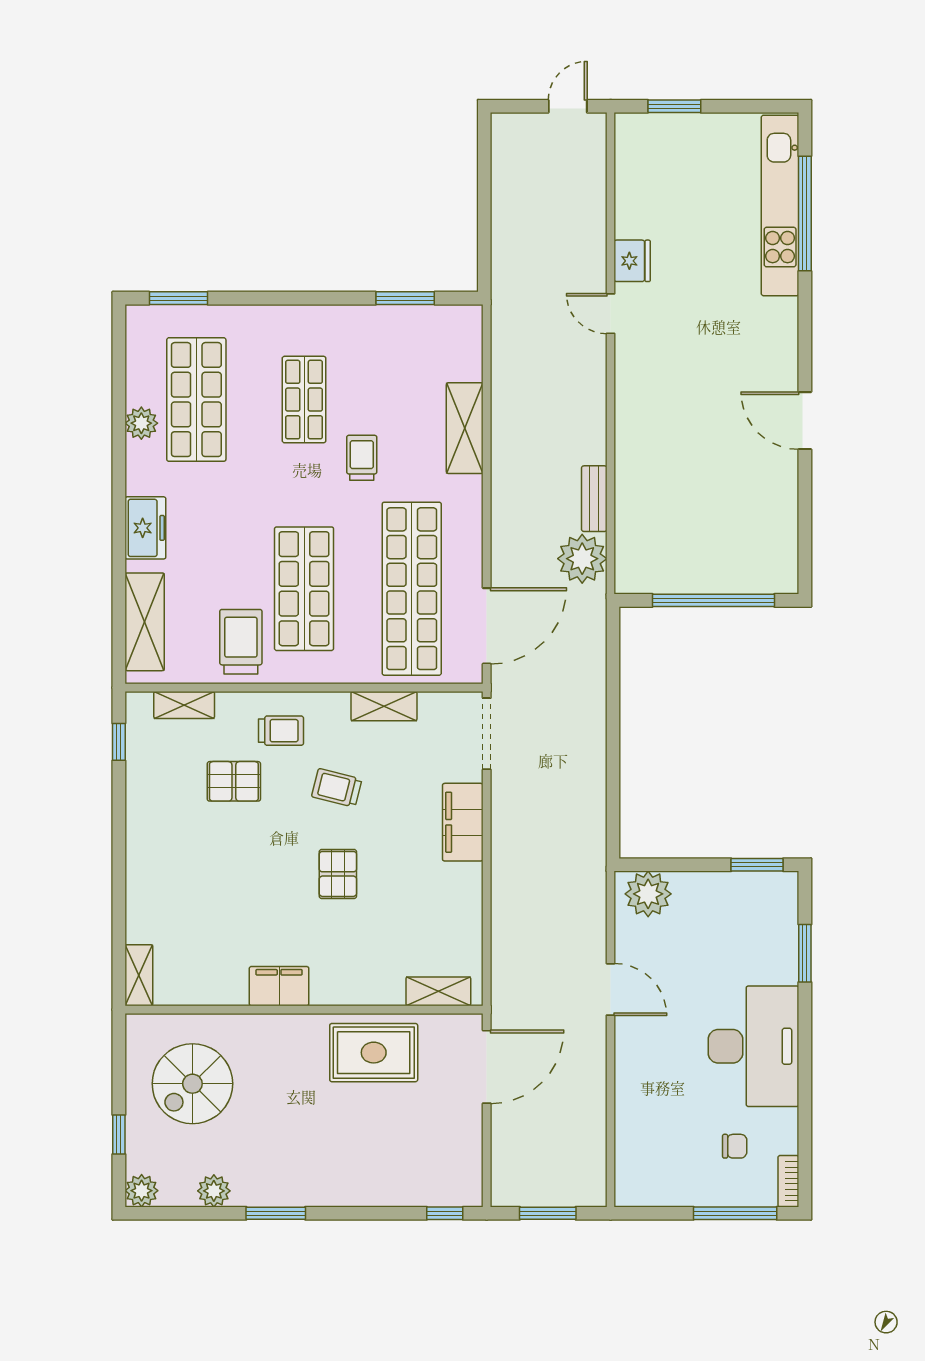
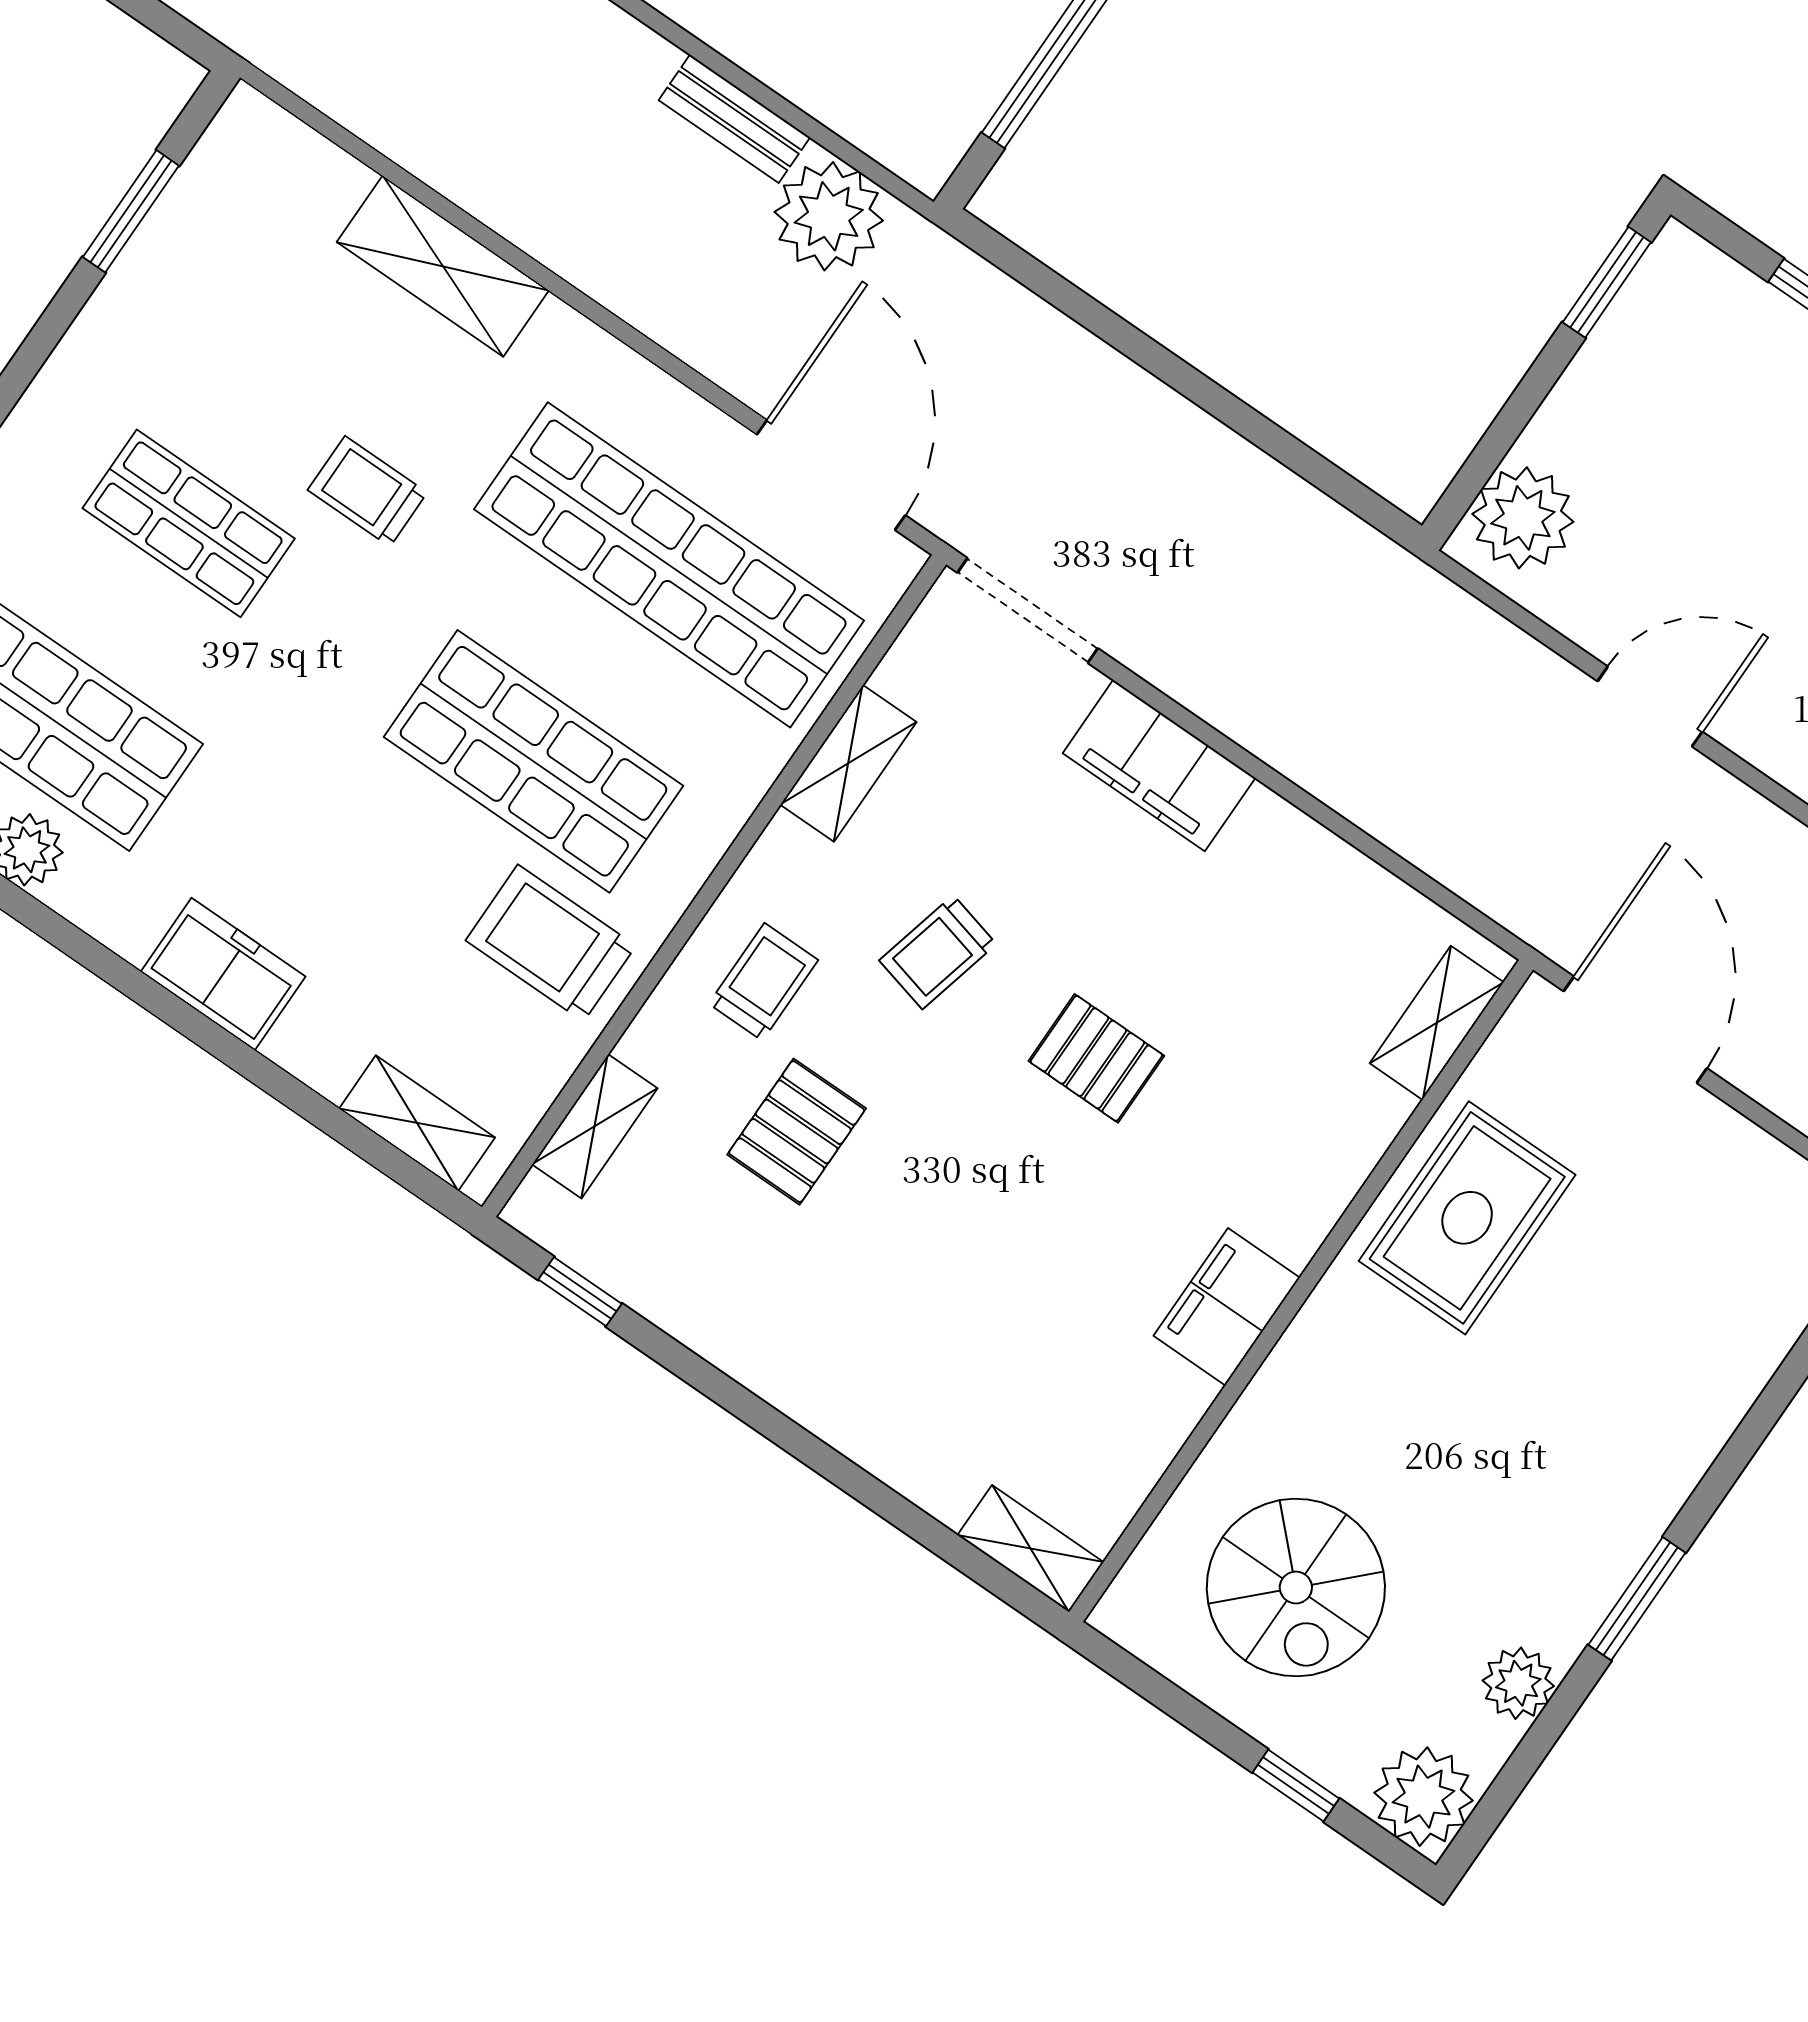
shelving: (145, 622) -> (417, 1123), width x0.67, depth x0.75
plant: (142, 1191) -> (1423, 1797), width x1.36, depth x1.36

